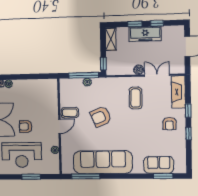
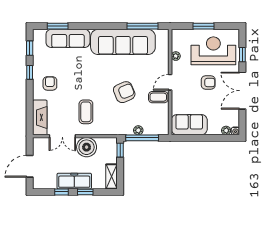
boiler: (139, 70) -> (87, 147), width x1.86, depth x1.86
sofa: (41, 88) -> (189, 125), added
window: (188, 111) -> (30, 48), moved
sofa: (159, 165) -> (68, 38), width x1.36

